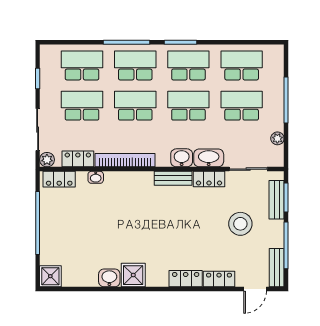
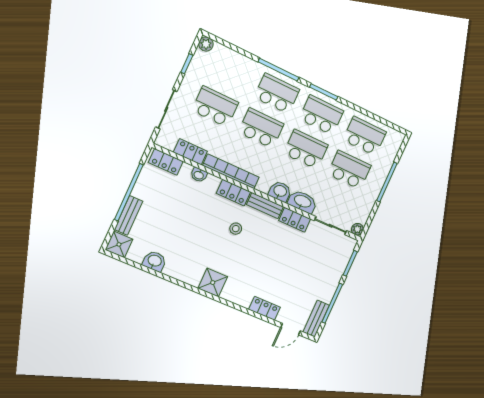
school desk: (82, 65) -> (231, 71), removed
plant: (277, 138) -> (357, 229), moved
plant: (47, 160) -> (206, 44), moved
bench: (277, 200) -> (129, 215), moved
stool: (240, 224) -> (236, 229), moved, width x0.53, depth x0.53
shower: (133, 275) -> (213, 283), moved
washbasin: (109, 278) -> (154, 261), moved
locker: (186, 279) -> (233, 193), moved, turned 180

